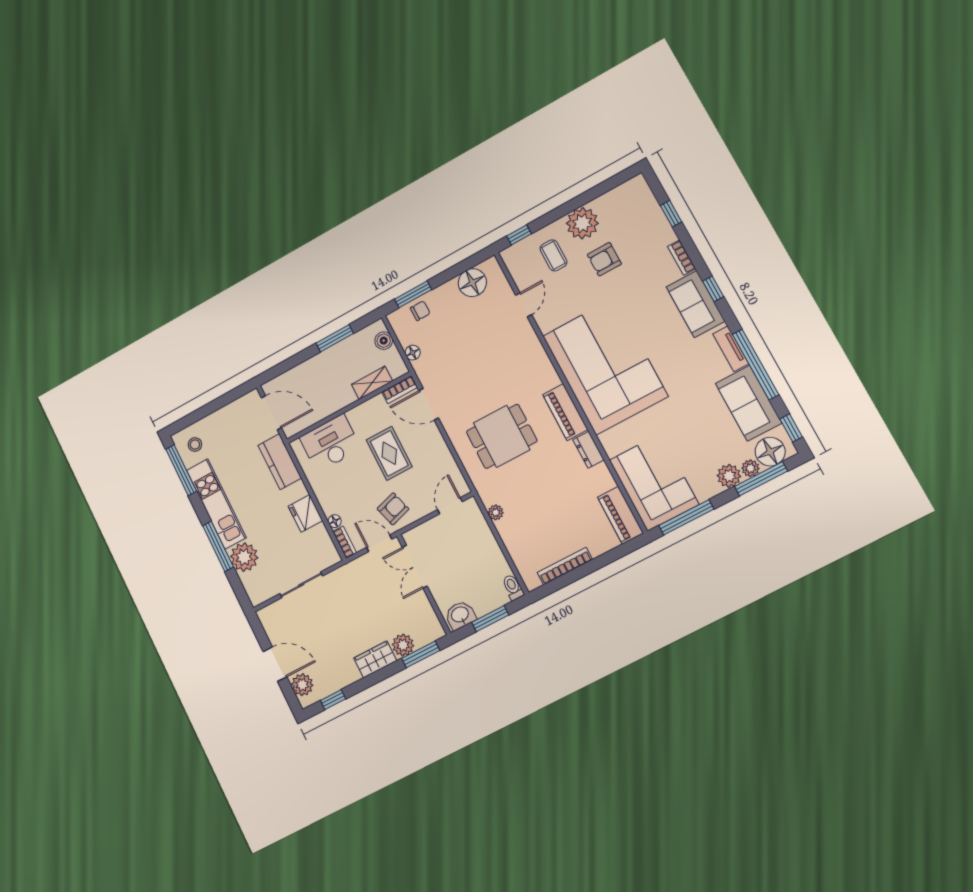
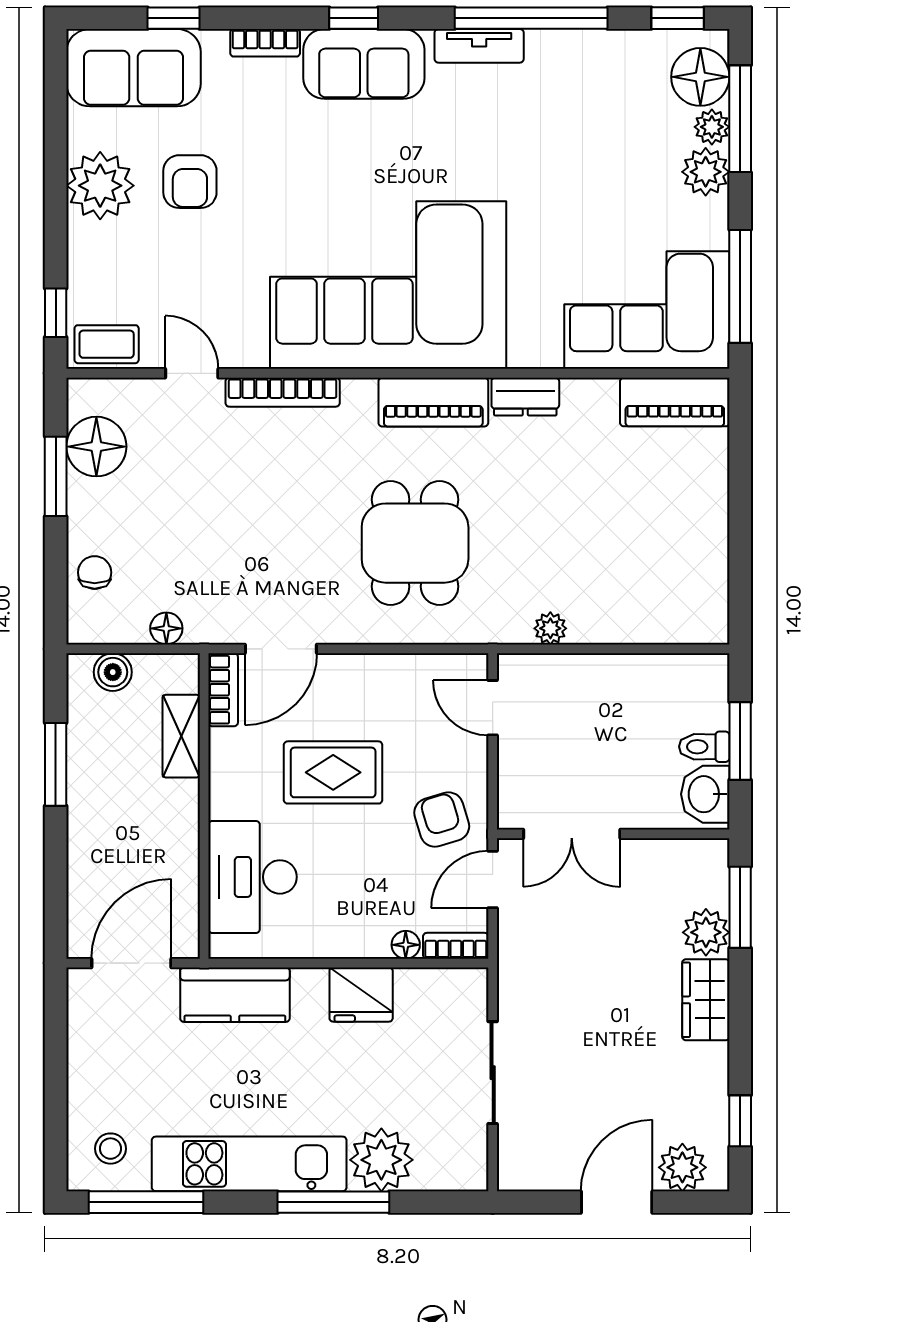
coffee table: (553, 255) -> (107, 344), moved
window: (413, 294) -> (56, 476), moved
sofa: (749, 403) -> (133, 68), moved
bookcase: (565, 566) -> (283, 392), moved, turned -90
toilet: (513, 587) -> (704, 747), moved

